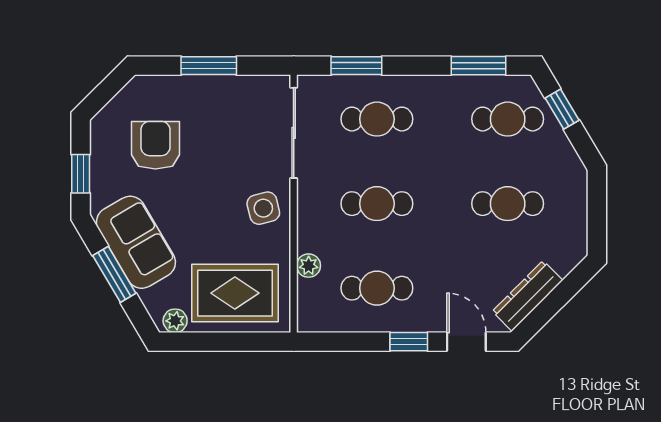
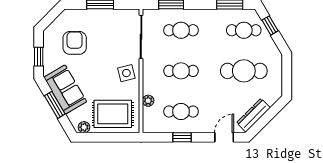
cafe table: (508, 204) -> (244, 71), width x1.37, depth x1.35
window: (409, 342) -> (182, 137), moved
door: (466, 342) -> (224, 137), hinge flipped

